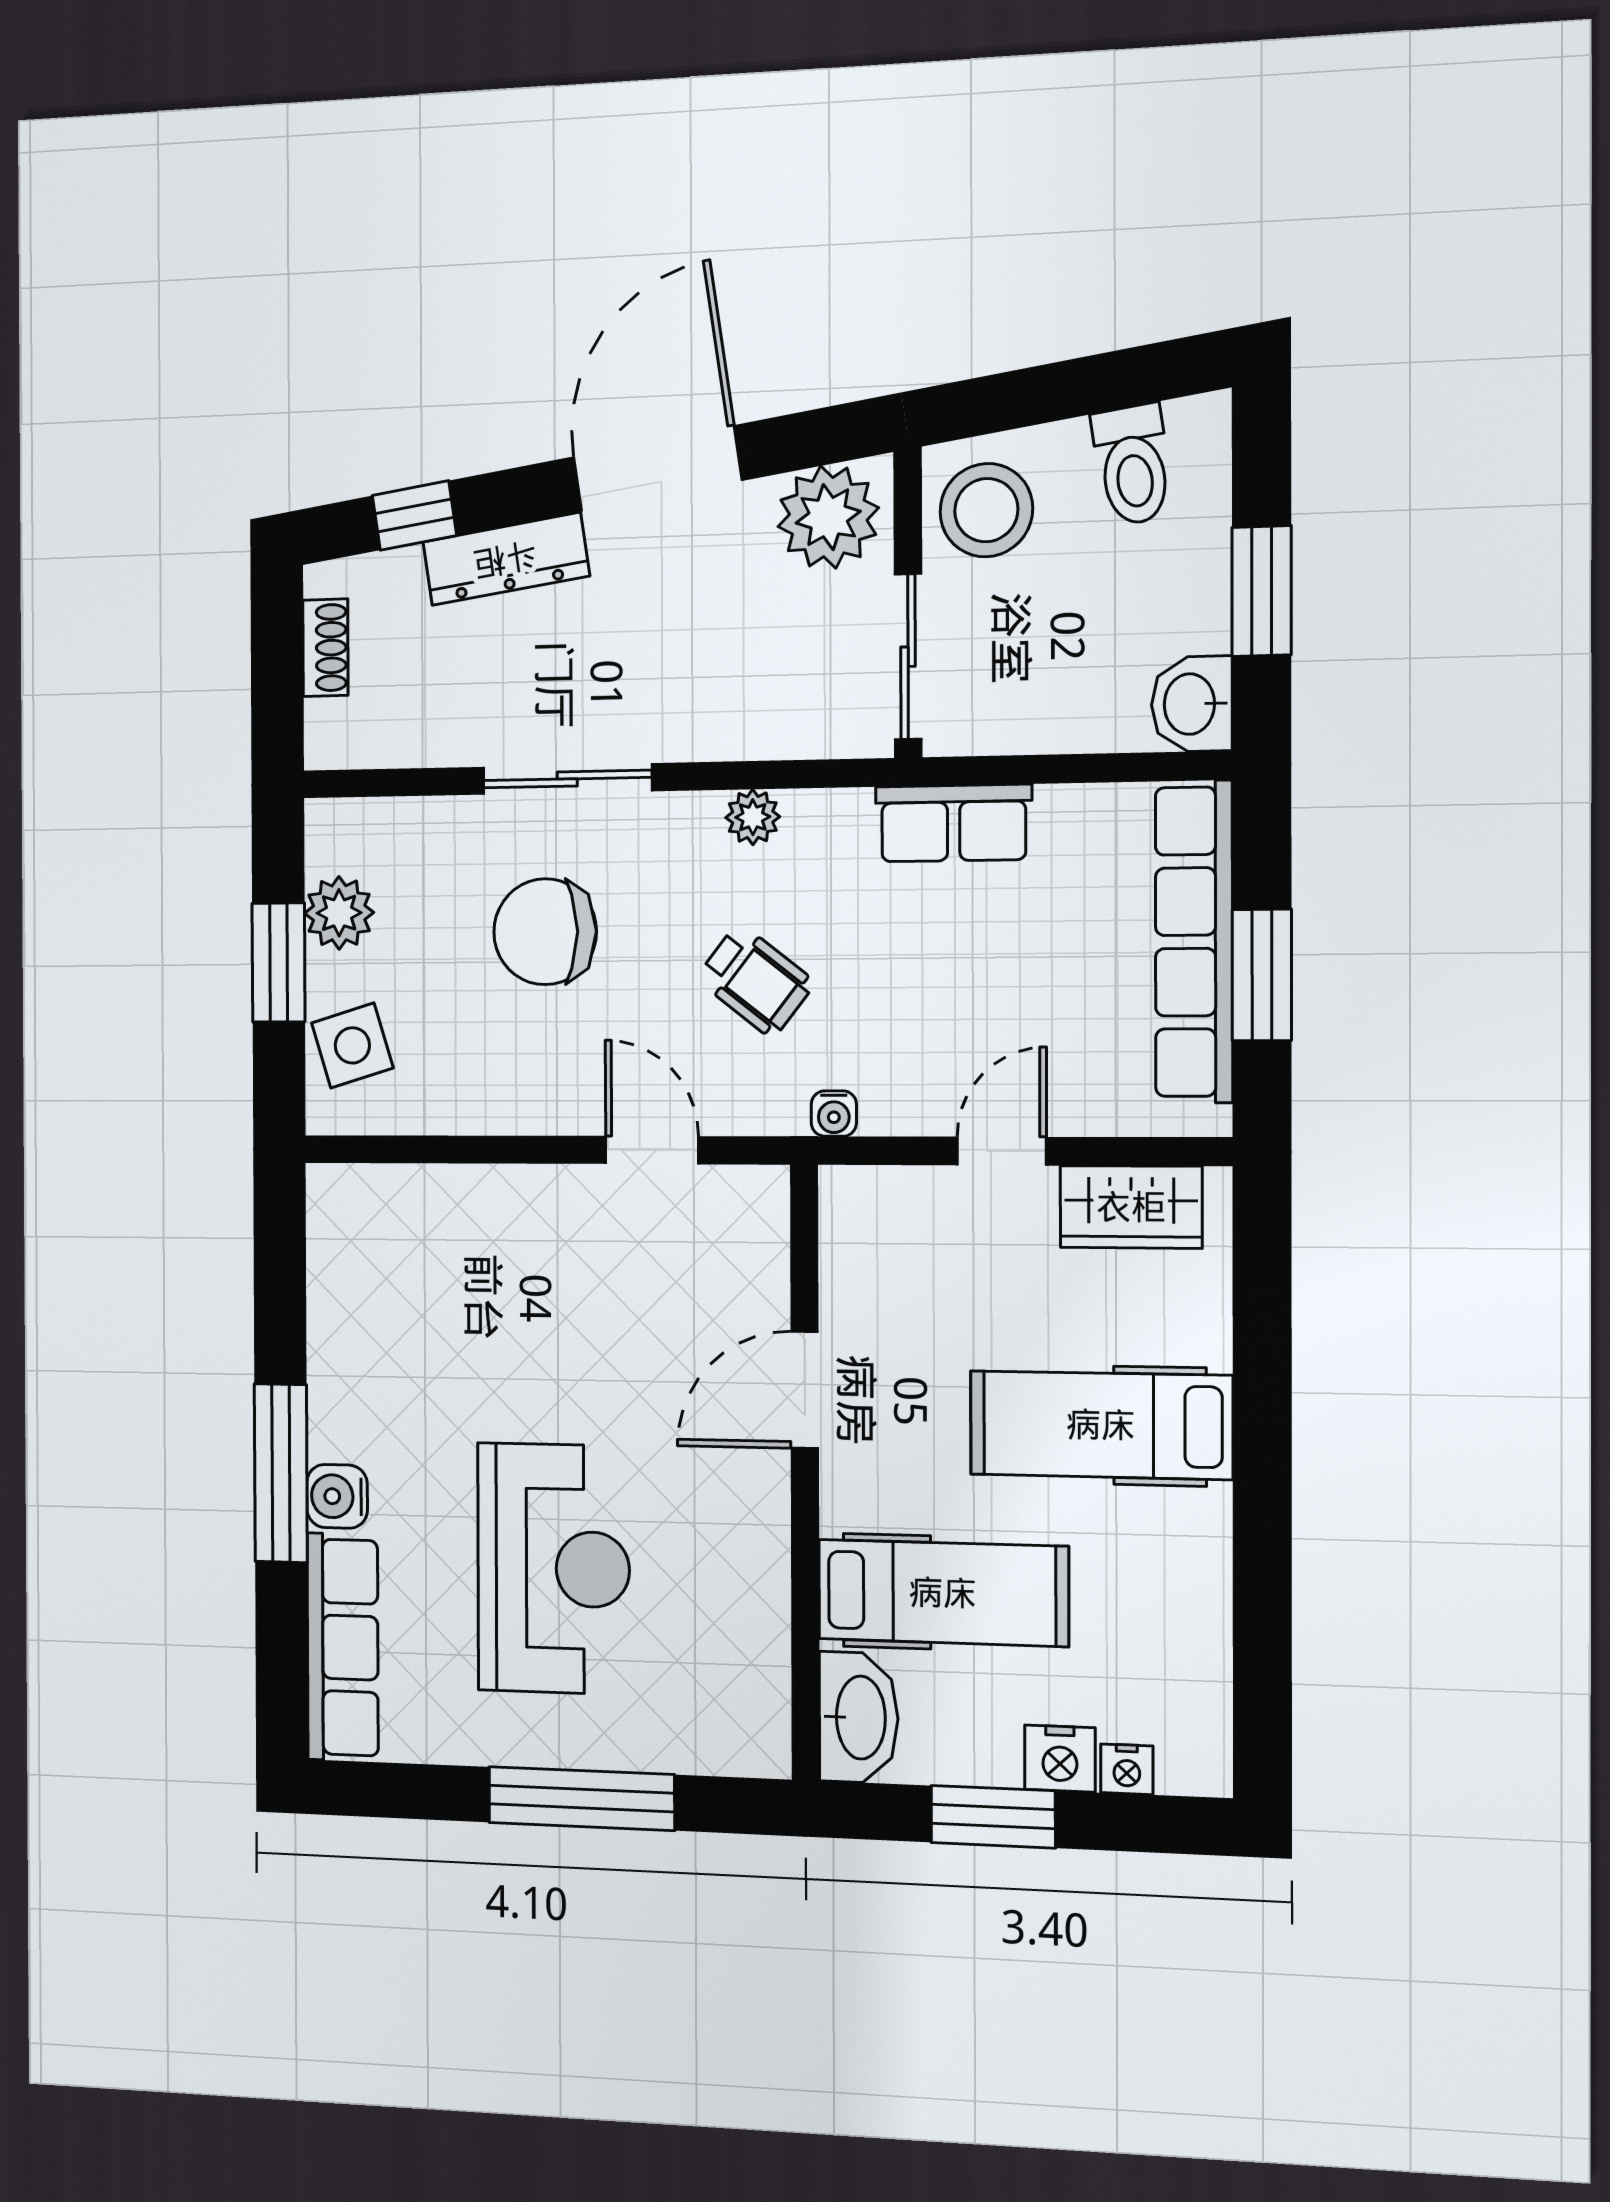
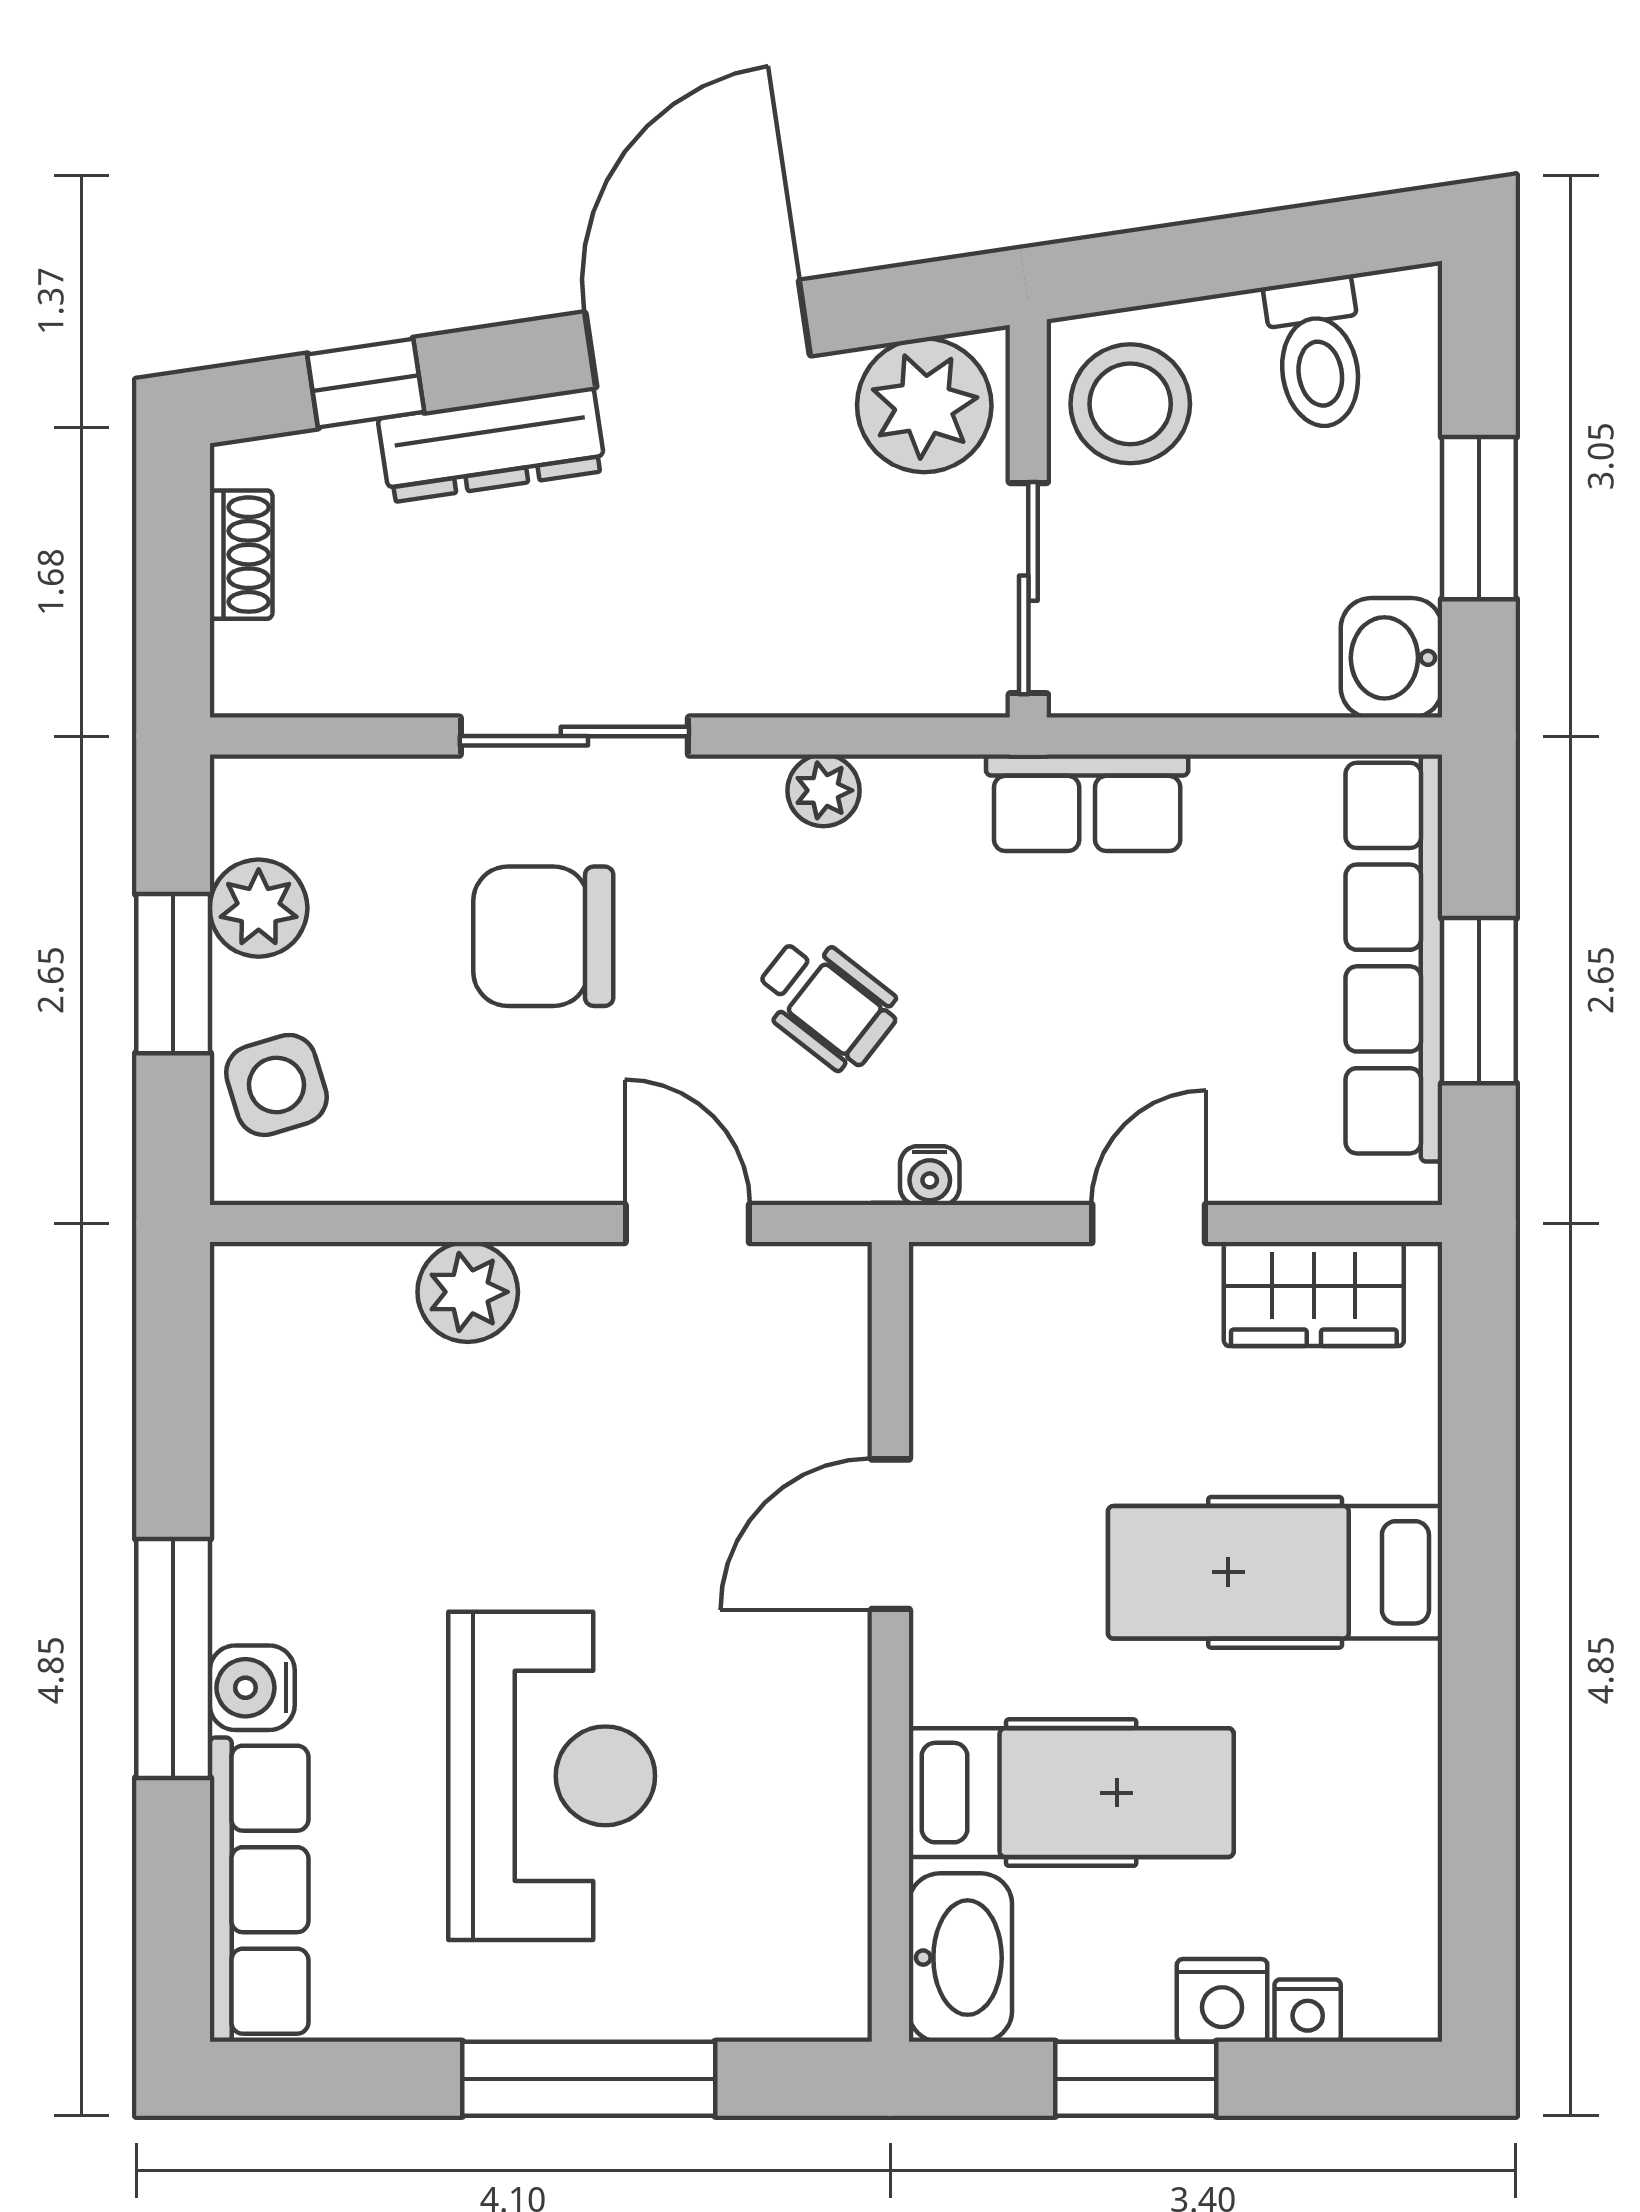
plant: (491, 1201) -> (468, 1292), added

